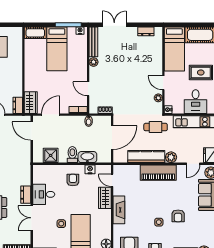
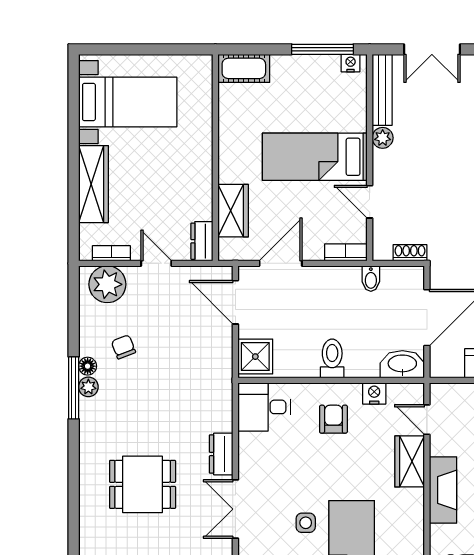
double door: (114, 25) -> (432, 49), swing flipped
bed: (57, 49) -> (315, 157), moved, turned 90
wardrobe: (31, 103) -> (233, 211), moved
shower: (51, 155) -> (255, 357), moved
washbasin: (87, 157) -> (402, 364), moved
desk: (44, 194) -> (264, 407), moved

